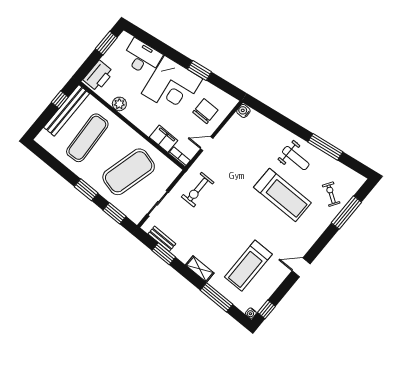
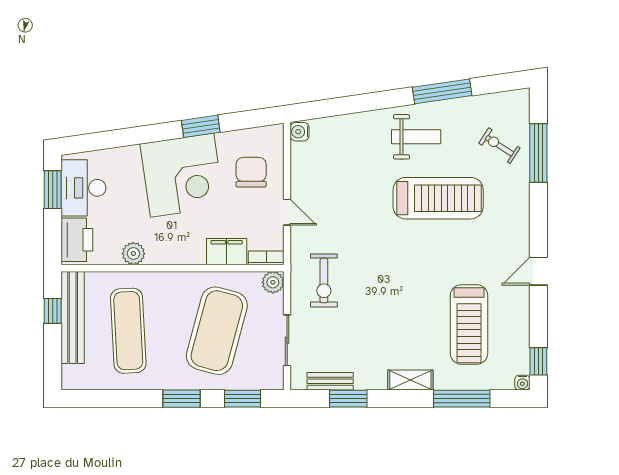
desk: (142, 57) -> (83, 188), moved, turned -82
door: (207, 144) -> (287, 212), swing flipped
plant: (173, 171) -> (273, 282), added

